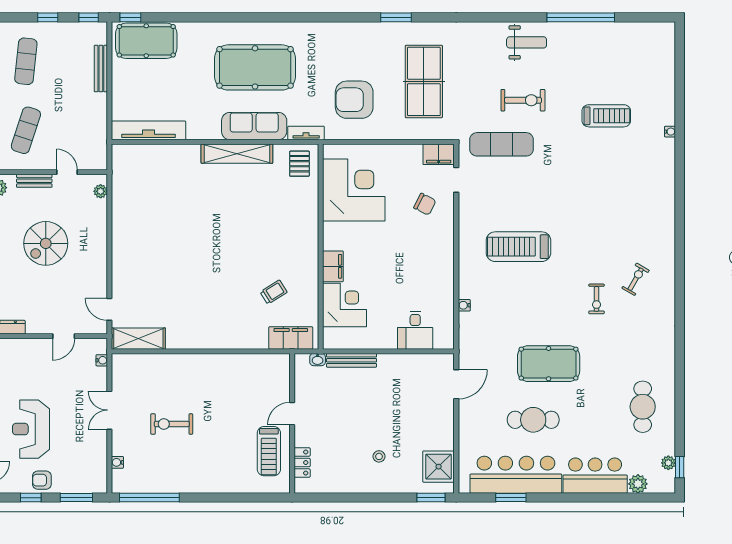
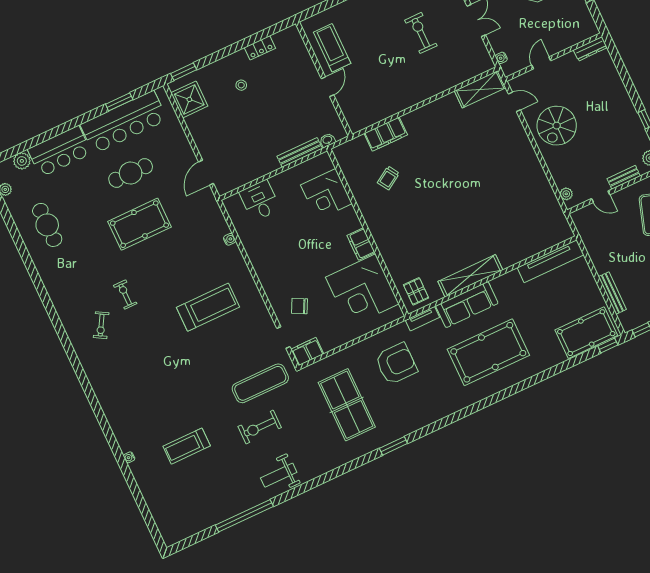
spiral stairs: (46, 243) -> (557, 126), moved, turned 180
filing cabinet: (333, 266) -> (361, 244), moved
filing cabinet: (291, 338) -> (386, 134), moved
exercise bike: (172, 424) -> (421, 33), turned -90
locker: (302, 463) -> (260, 48), moved, turned -90

